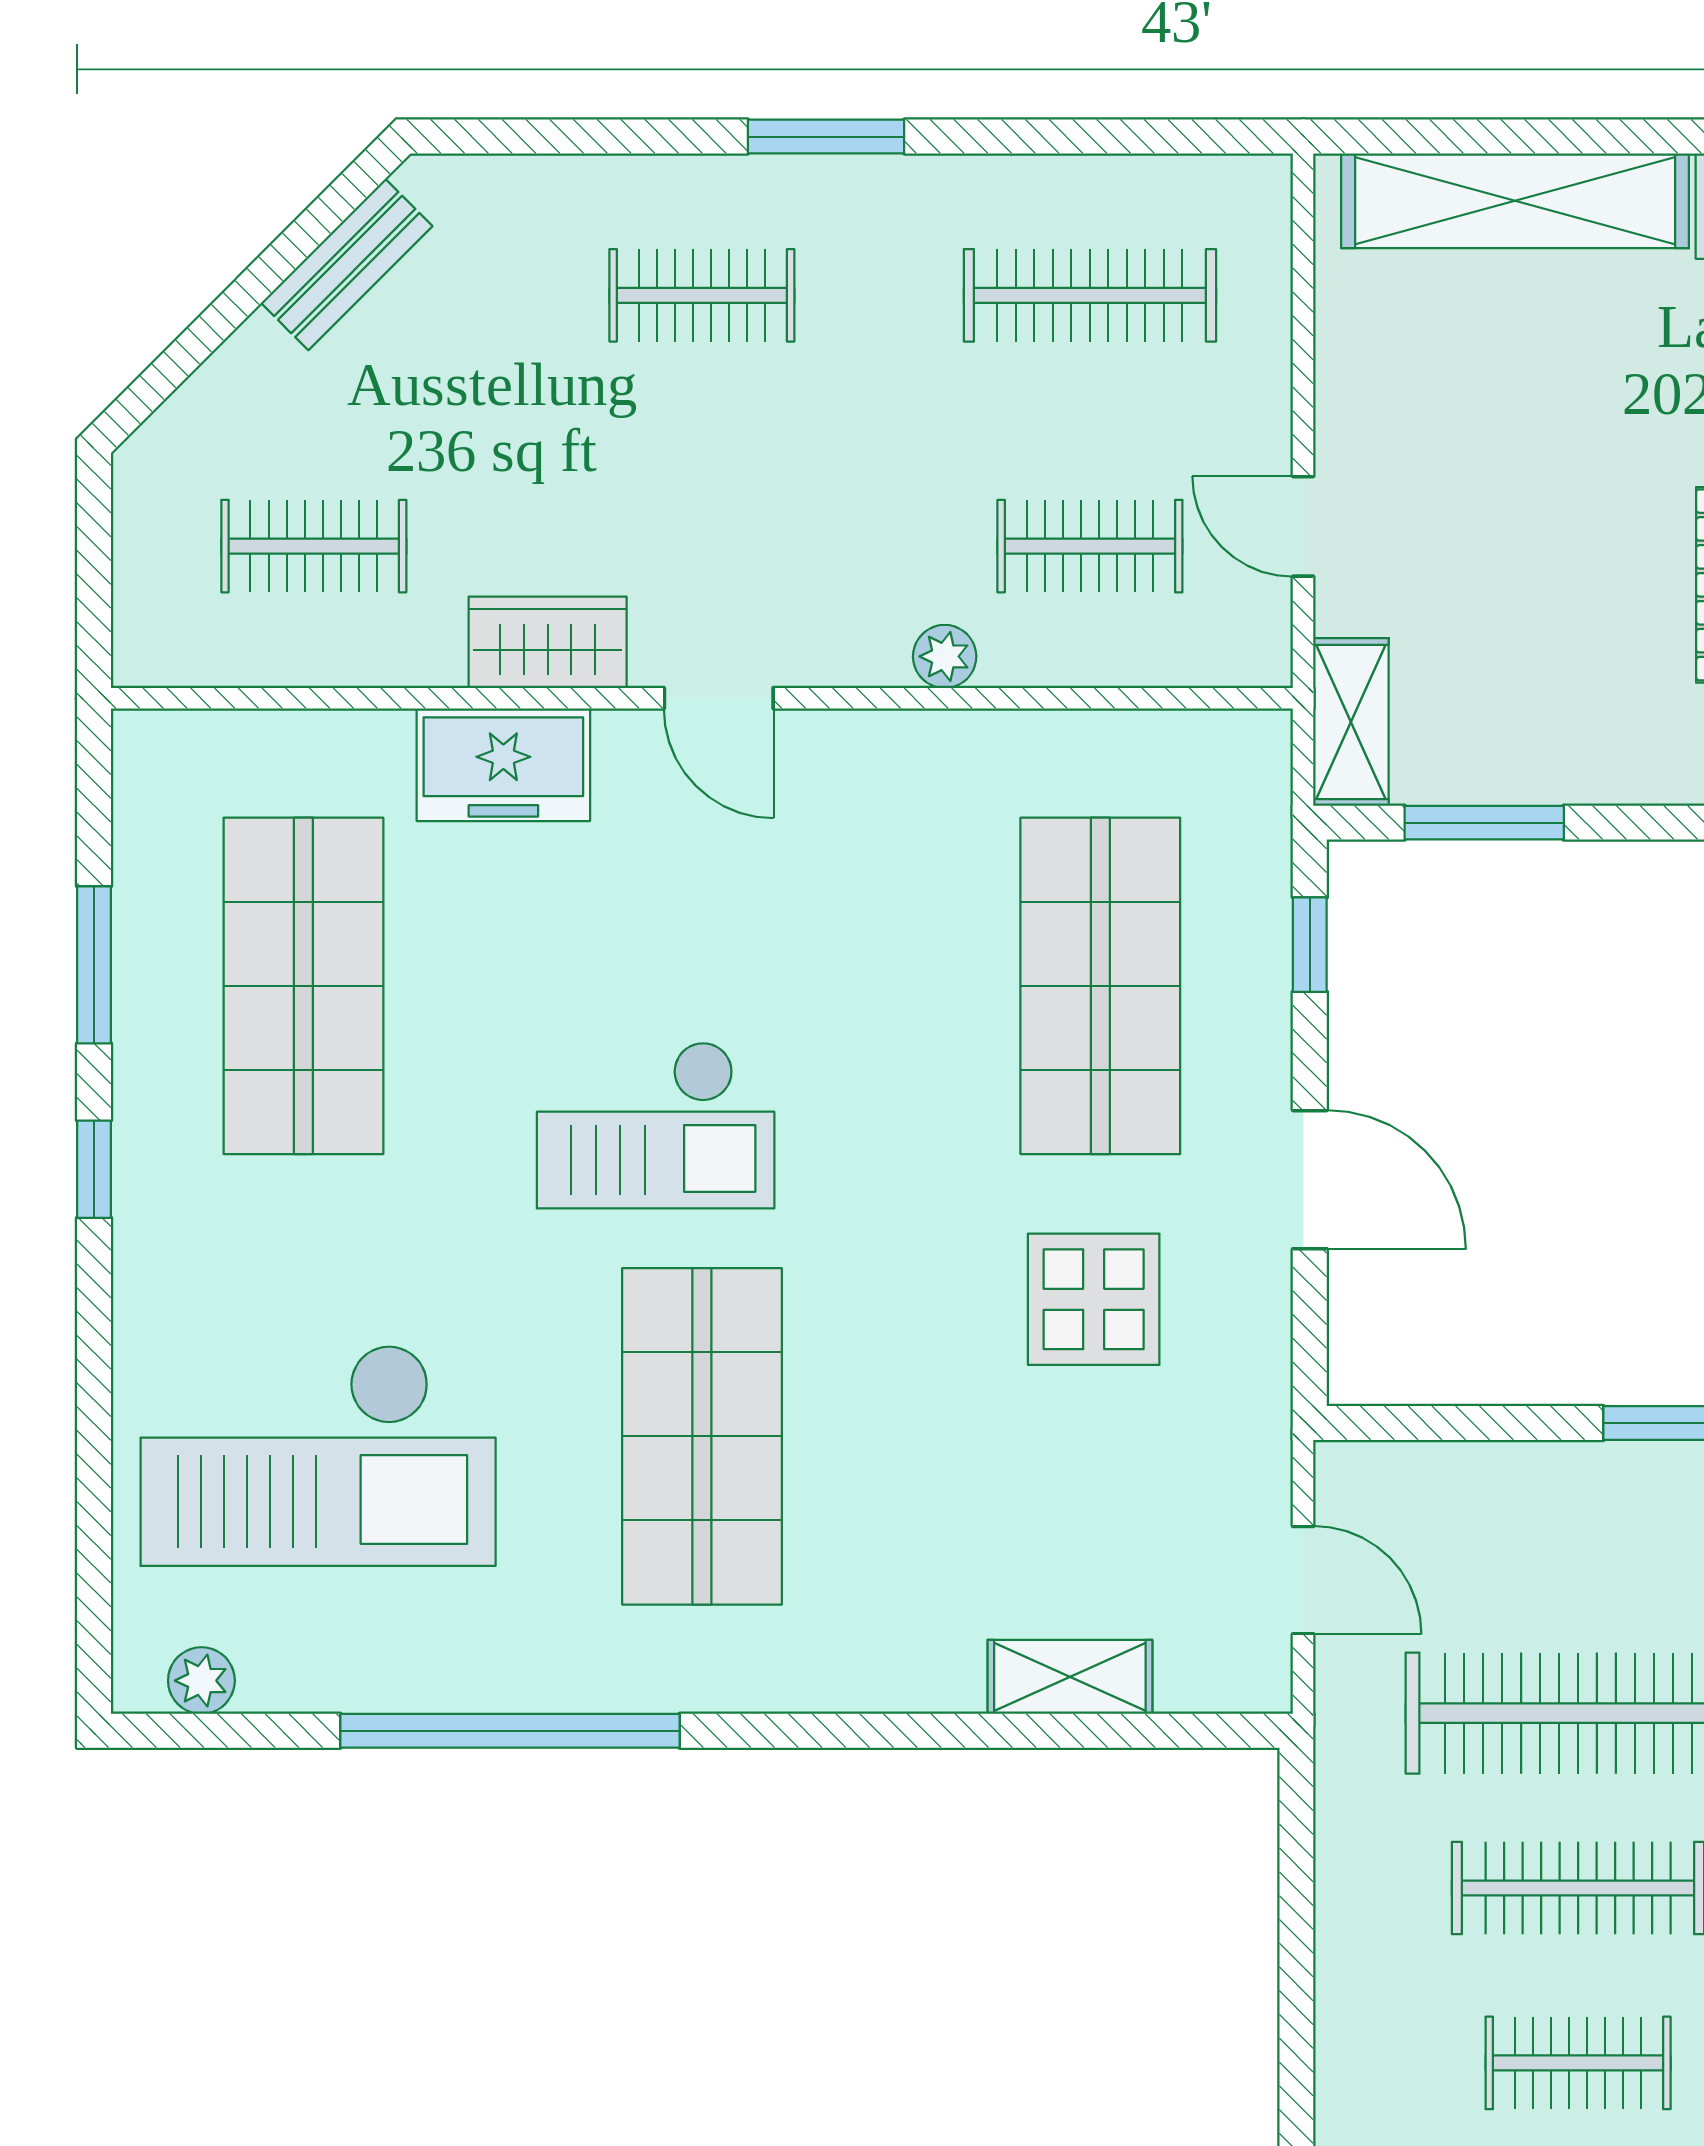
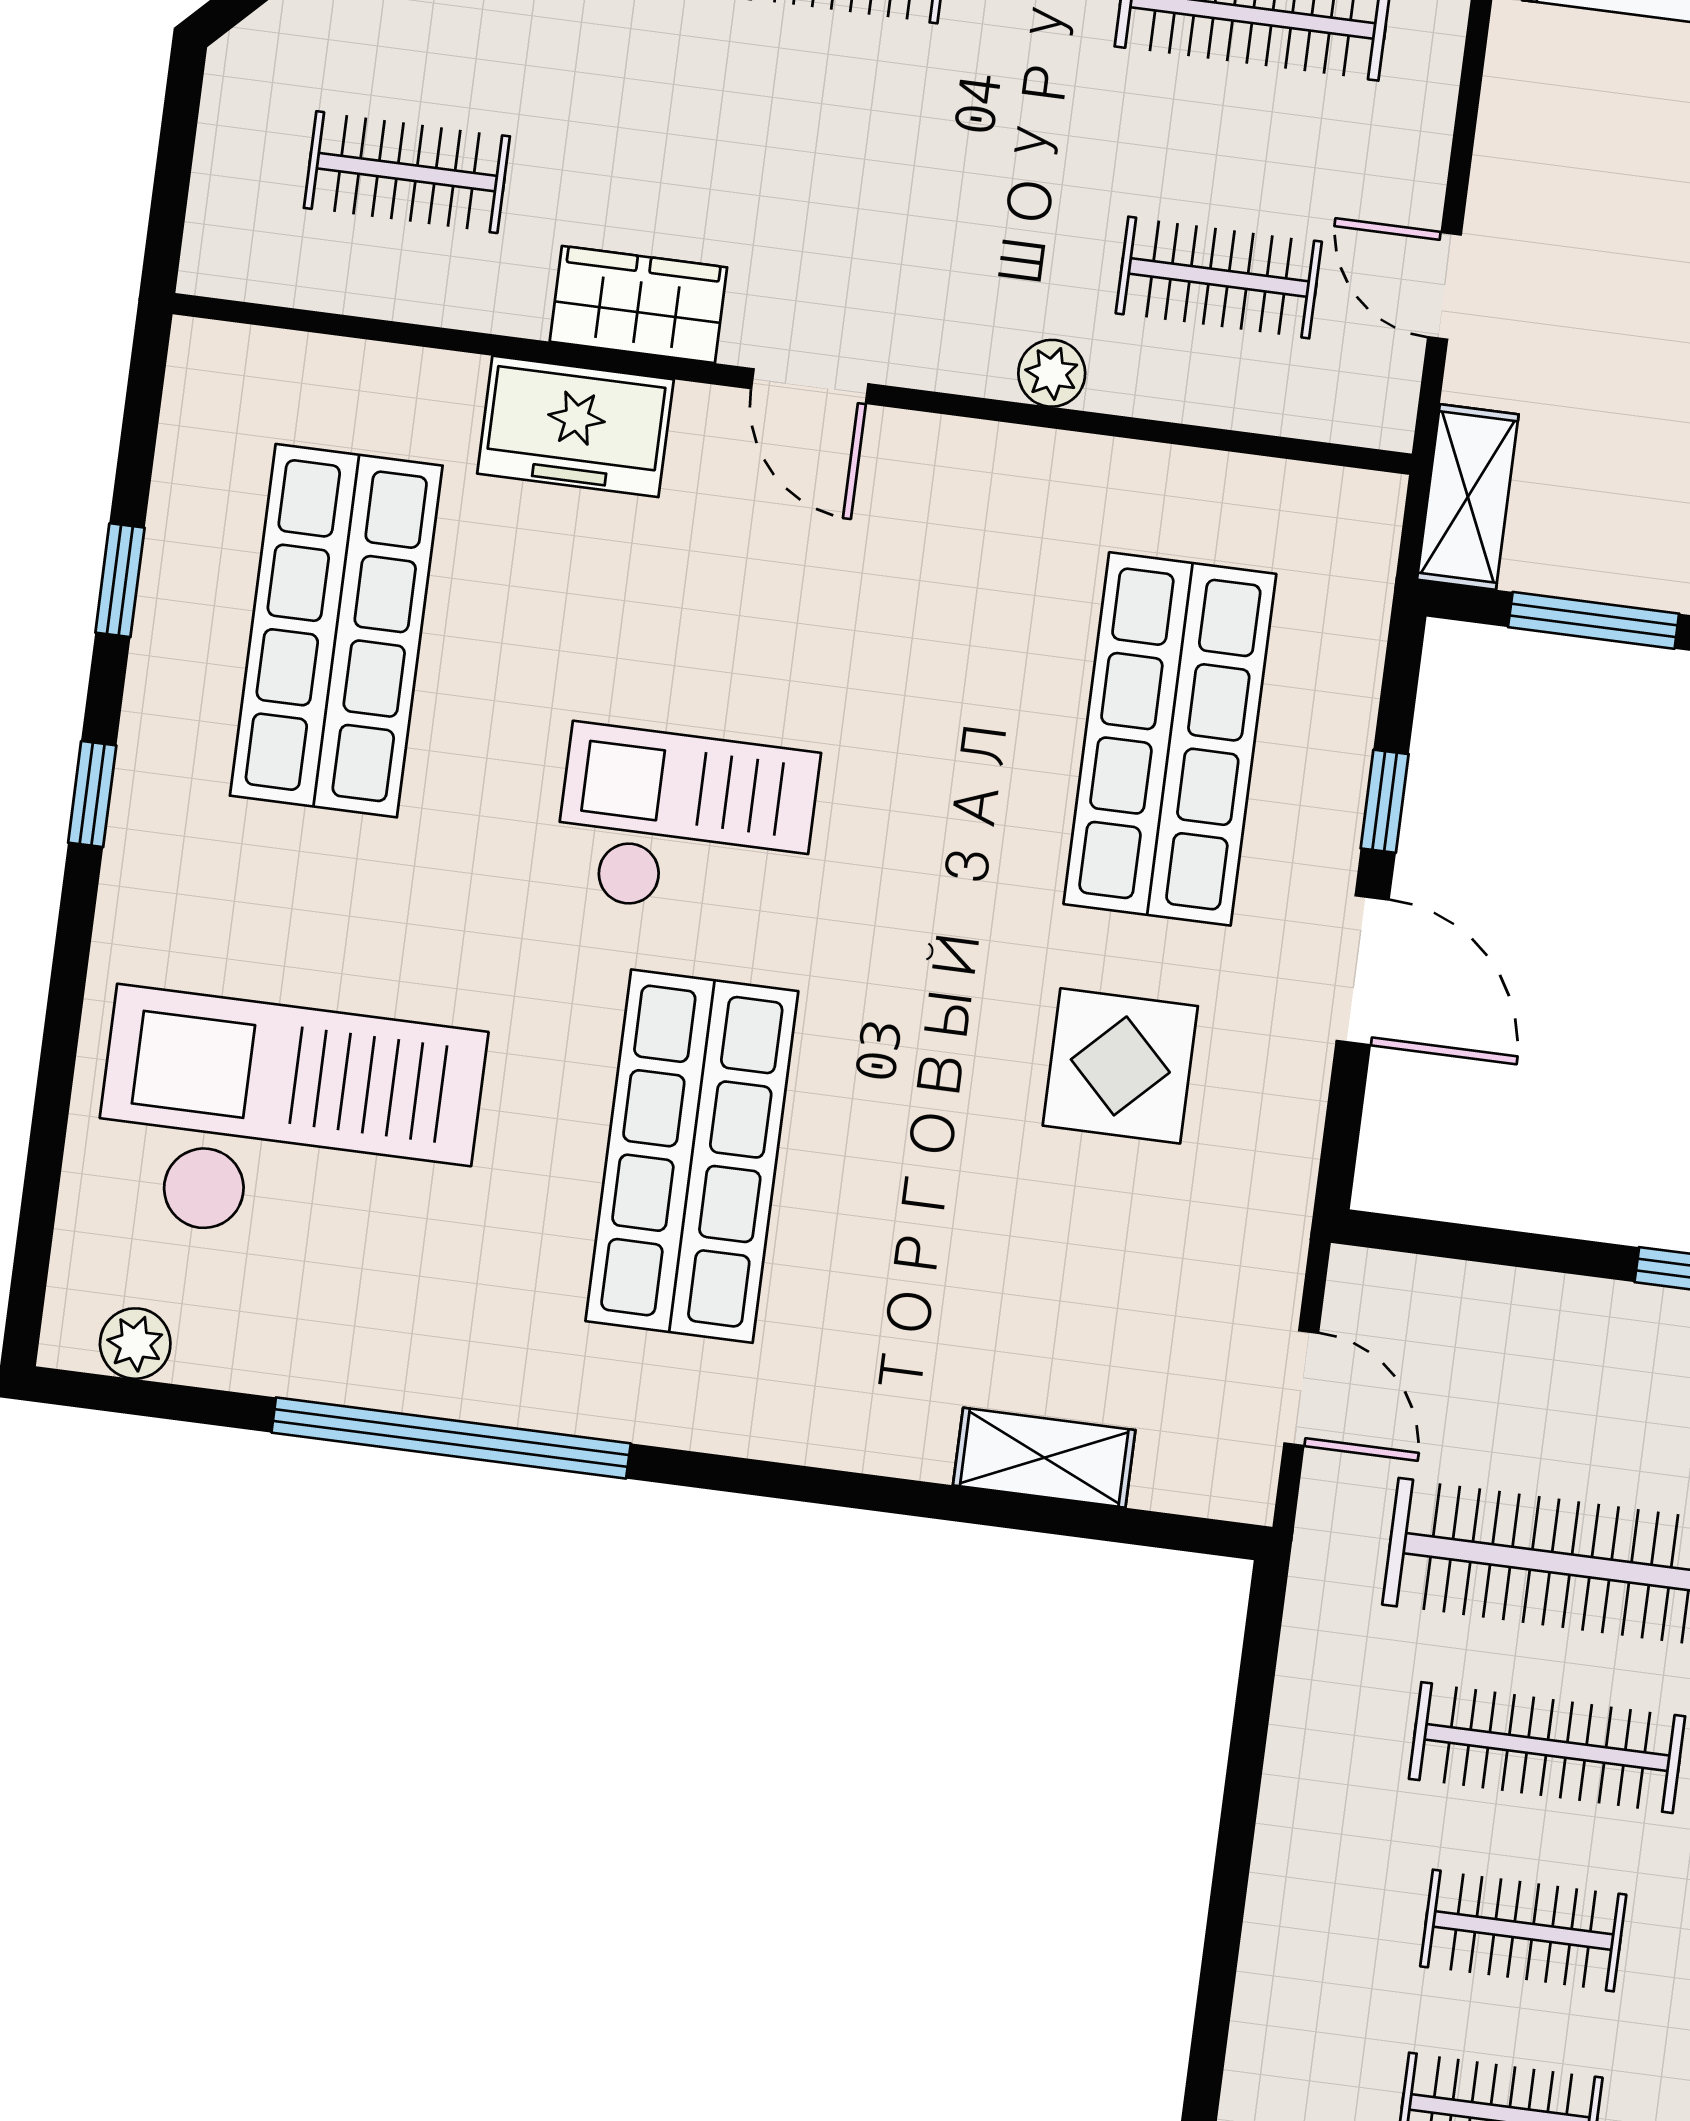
window: (1310, 945) -> (1385, 801), moved
window: (94, 965) -> (120, 580), width x0.67
checkout: (656, 1125) -> (686, 824), turned 180
checkout: (318, 1455) -> (288, 1124), turned 180

